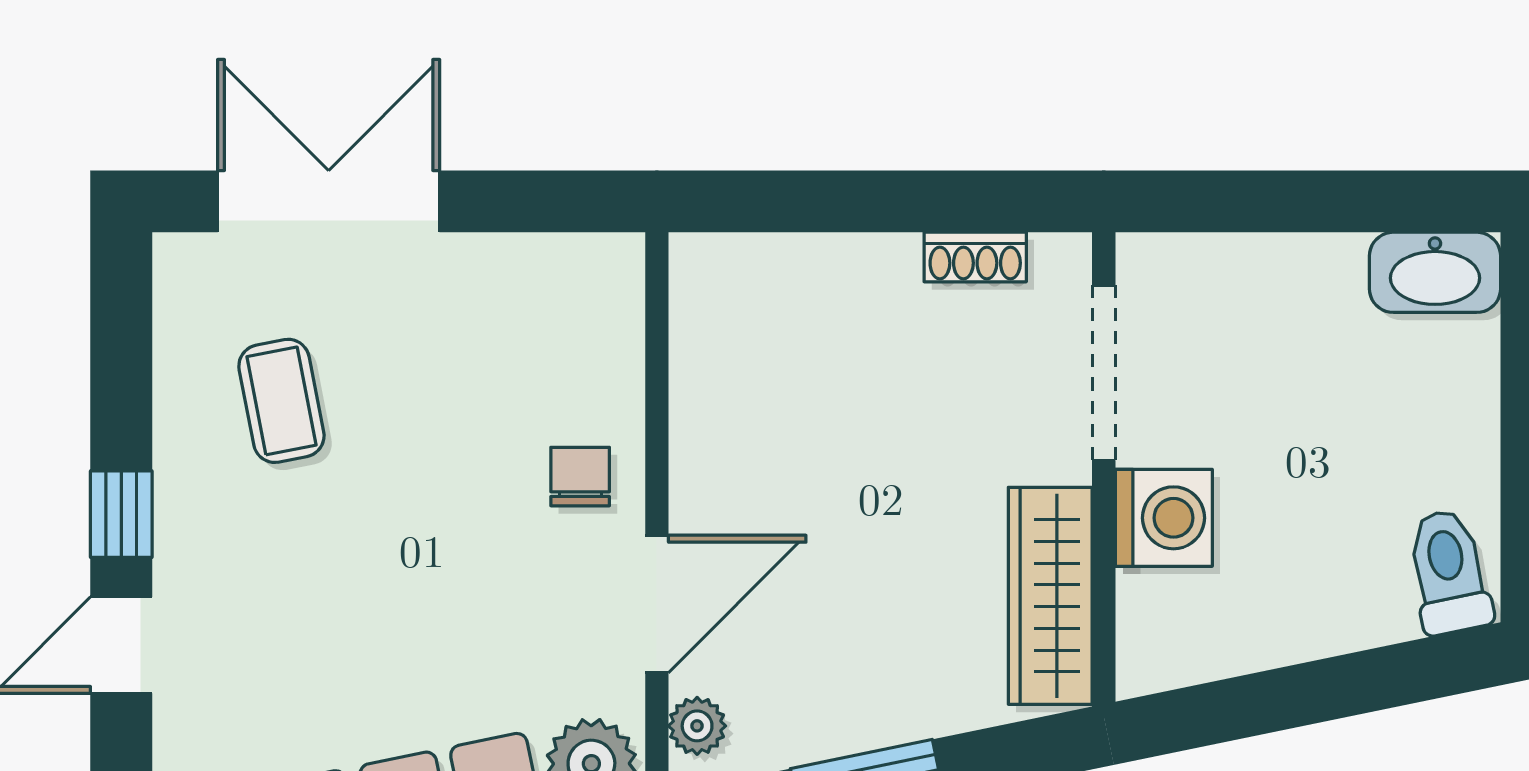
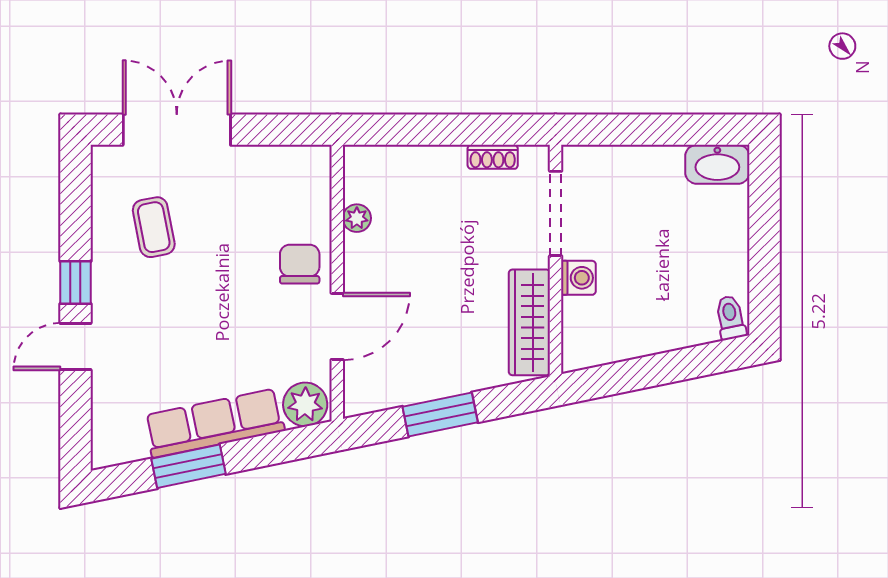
chair: (580, 477) -> (300, 264), width x1.37, depth x1.37
washing machine: (1164, 518) -> (578, 278), width x0.73, depth x0.73
toilet: (1449, 572) -> (730, 318), width x0.73, depth x0.72
plant: (697, 726) -> (357, 218), moved

